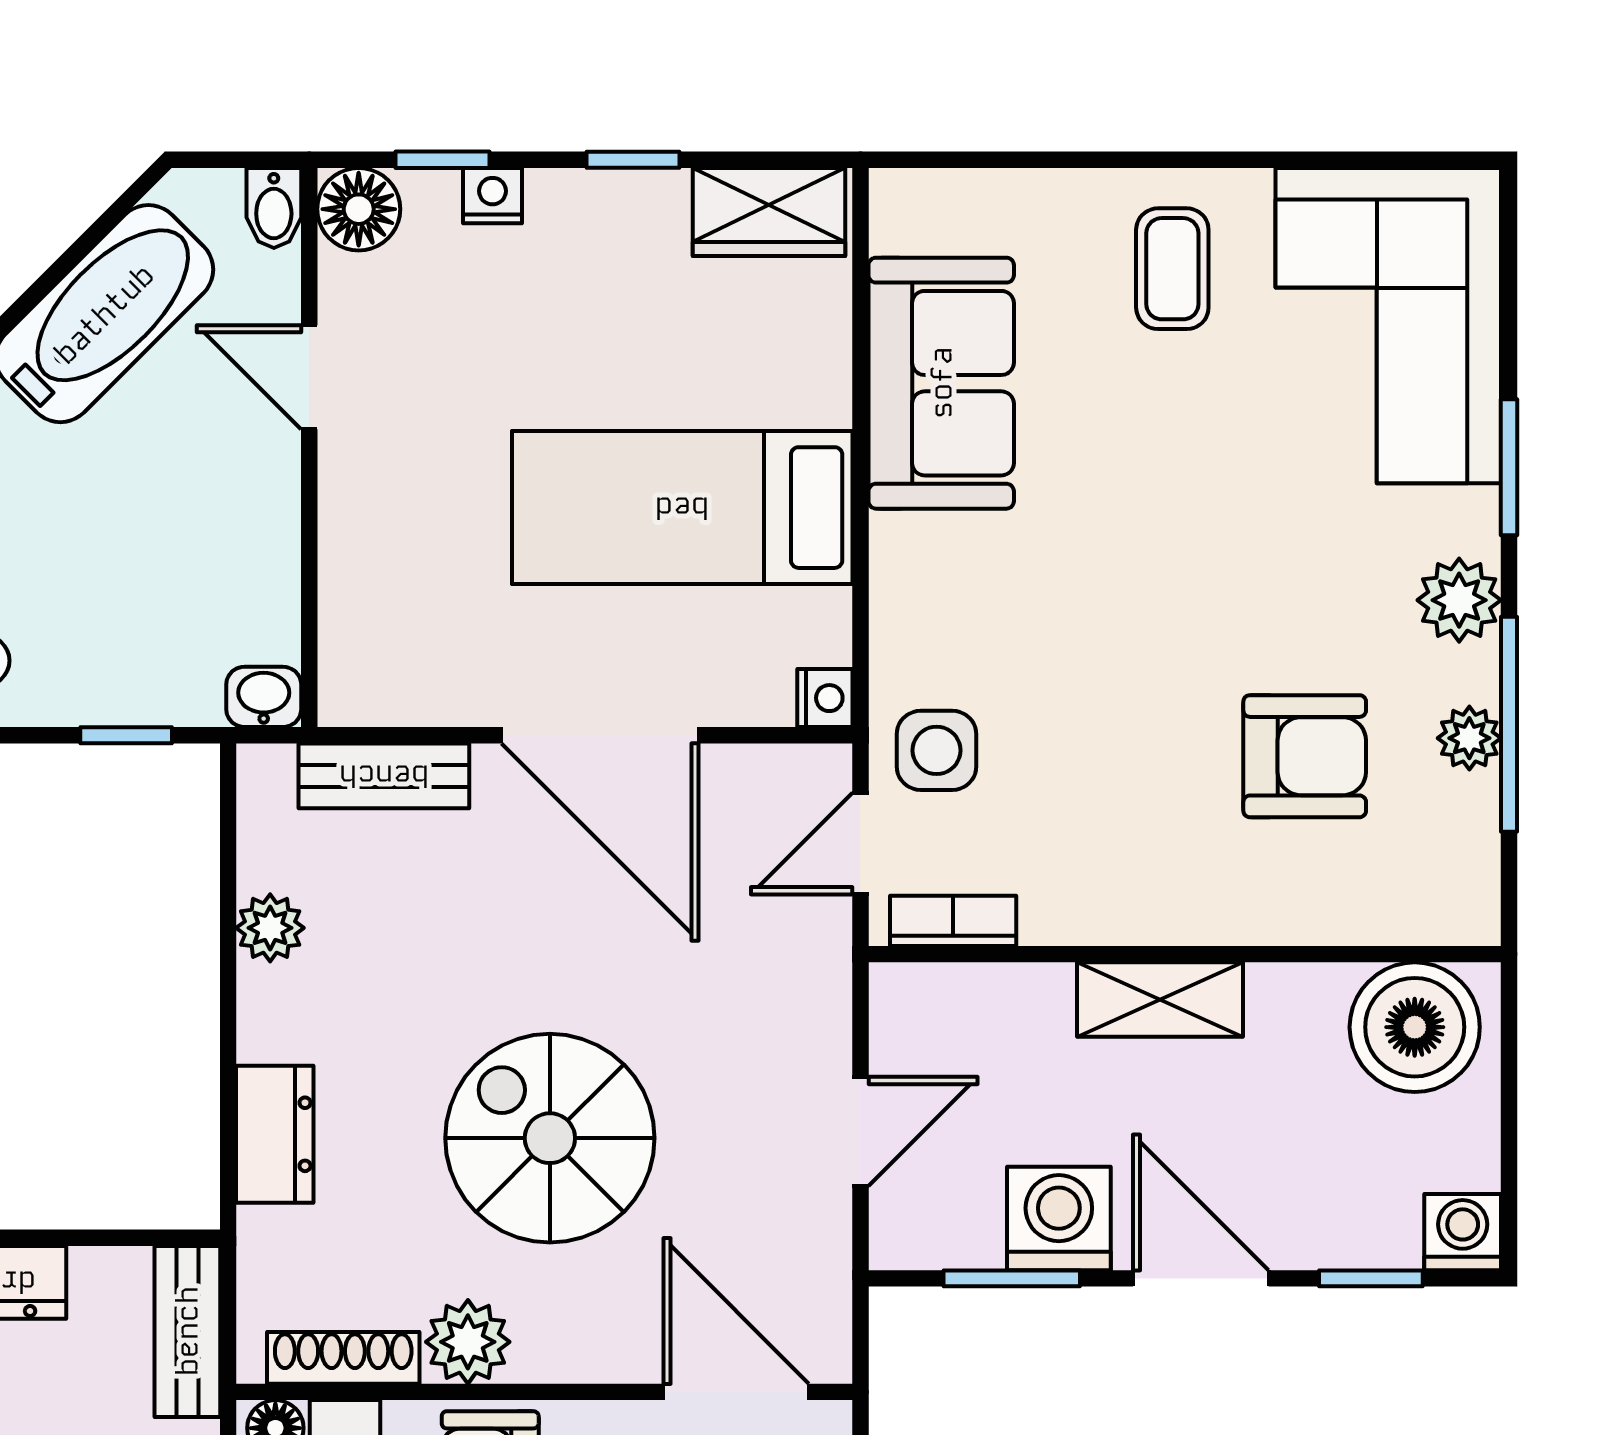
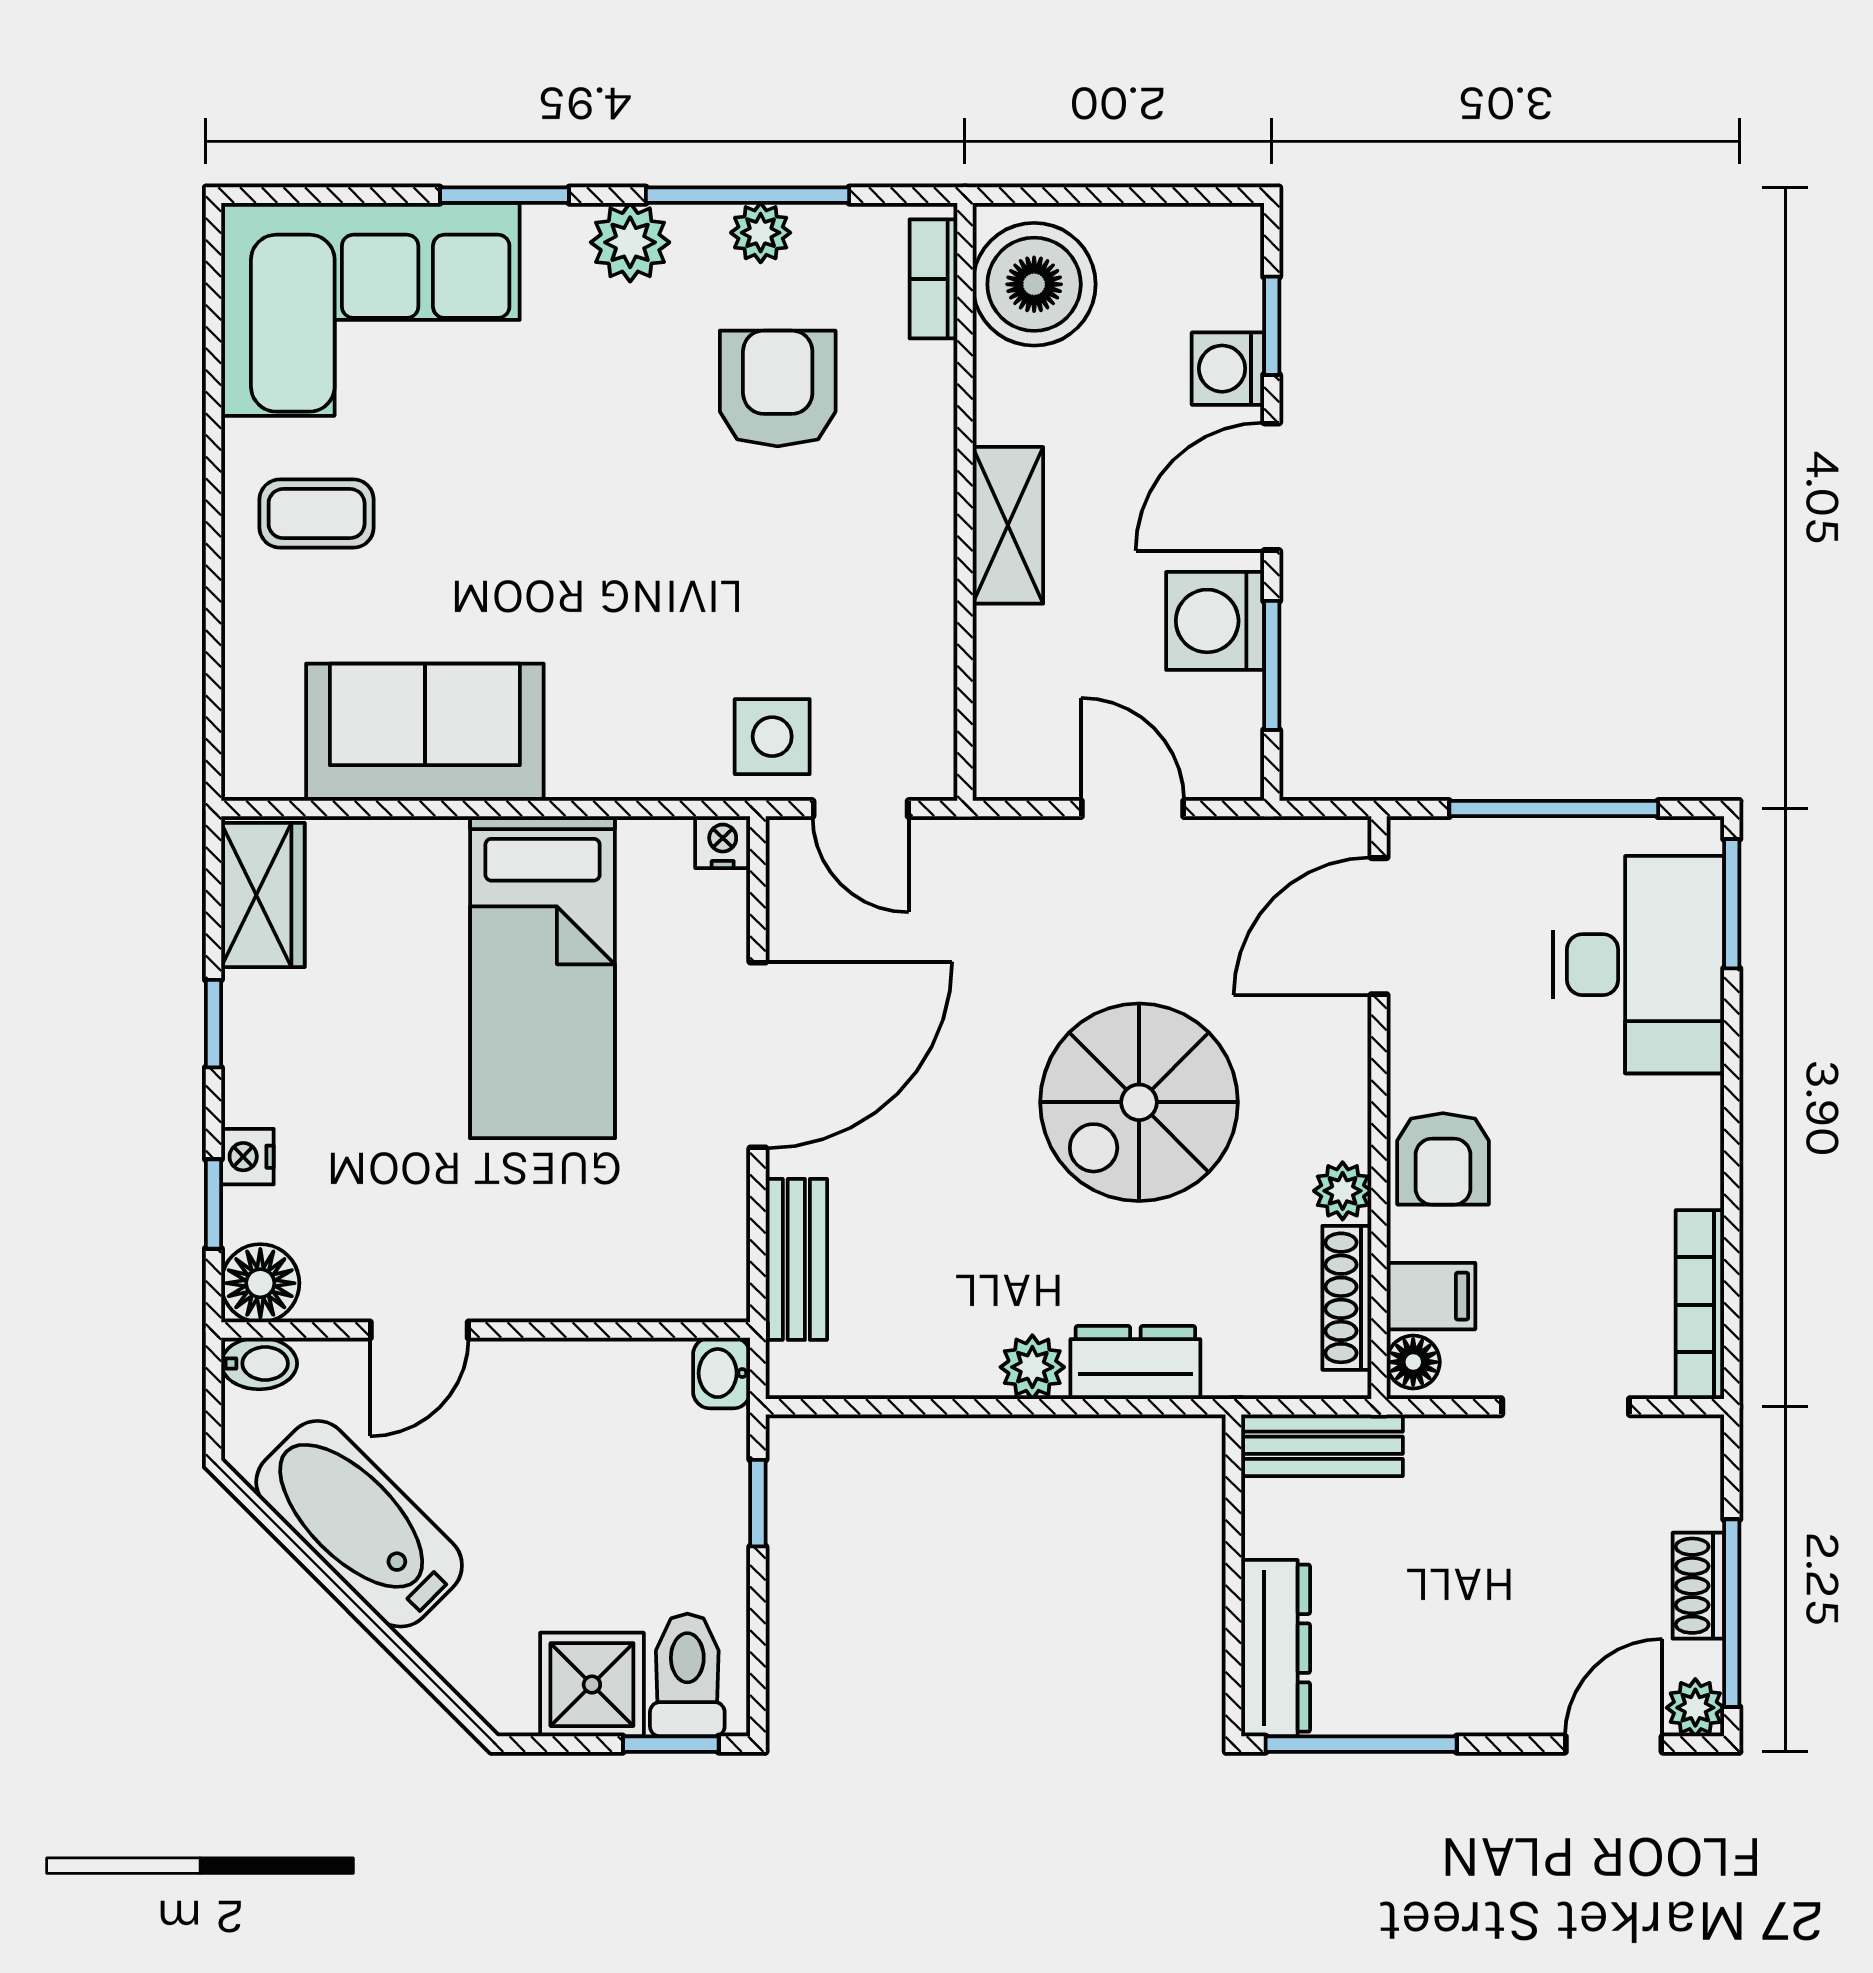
bookcase: (953, 921) -> (933, 279), moved
plant: (270, 928) -> (1032, 1367), moved
washing machine: (1463, 1232) -> (1228, 369), moved
plant: (468, 1342) -> (1343, 1191), width x0.73, depth x0.73

